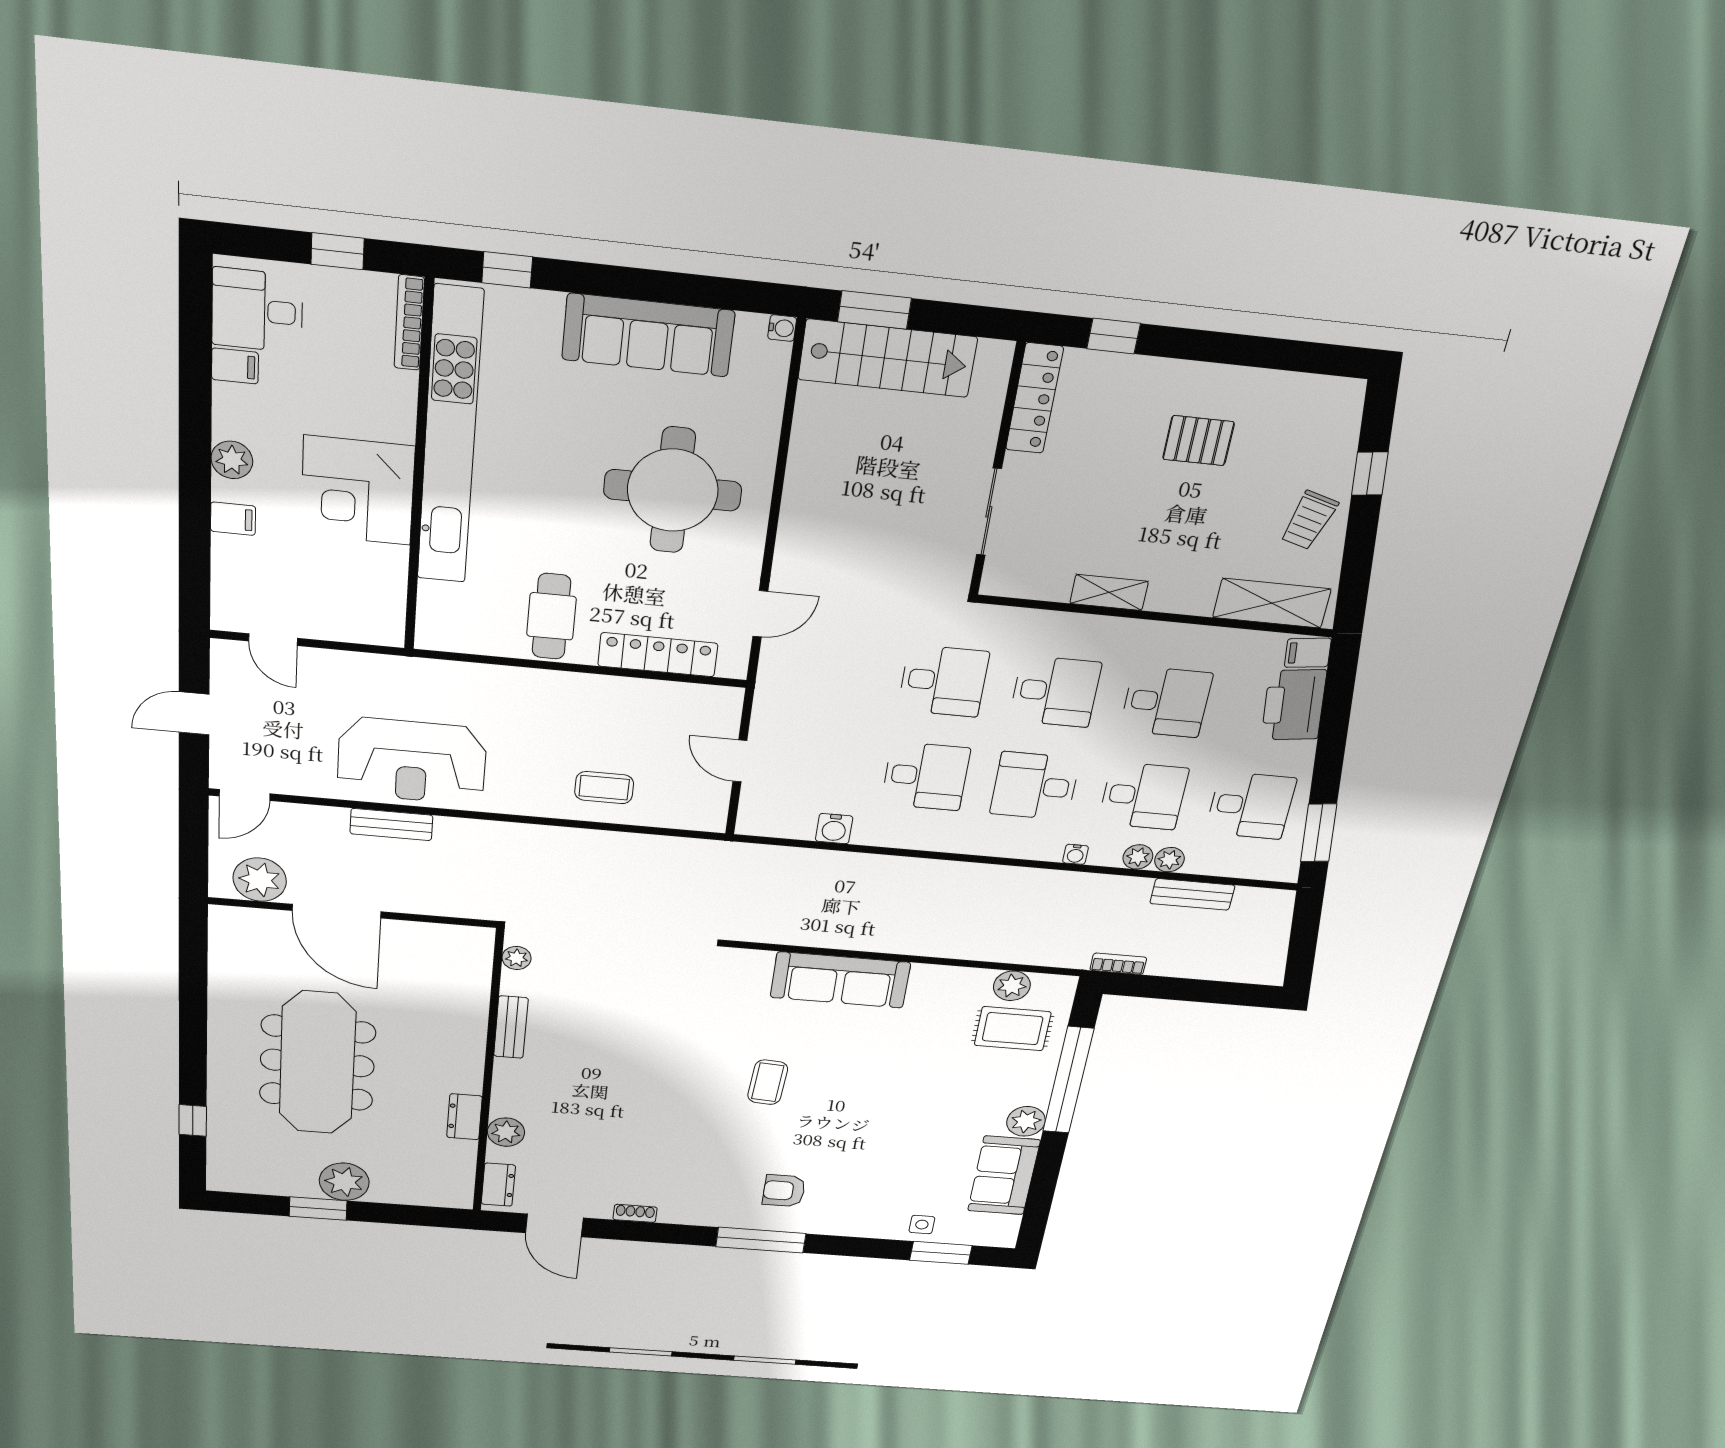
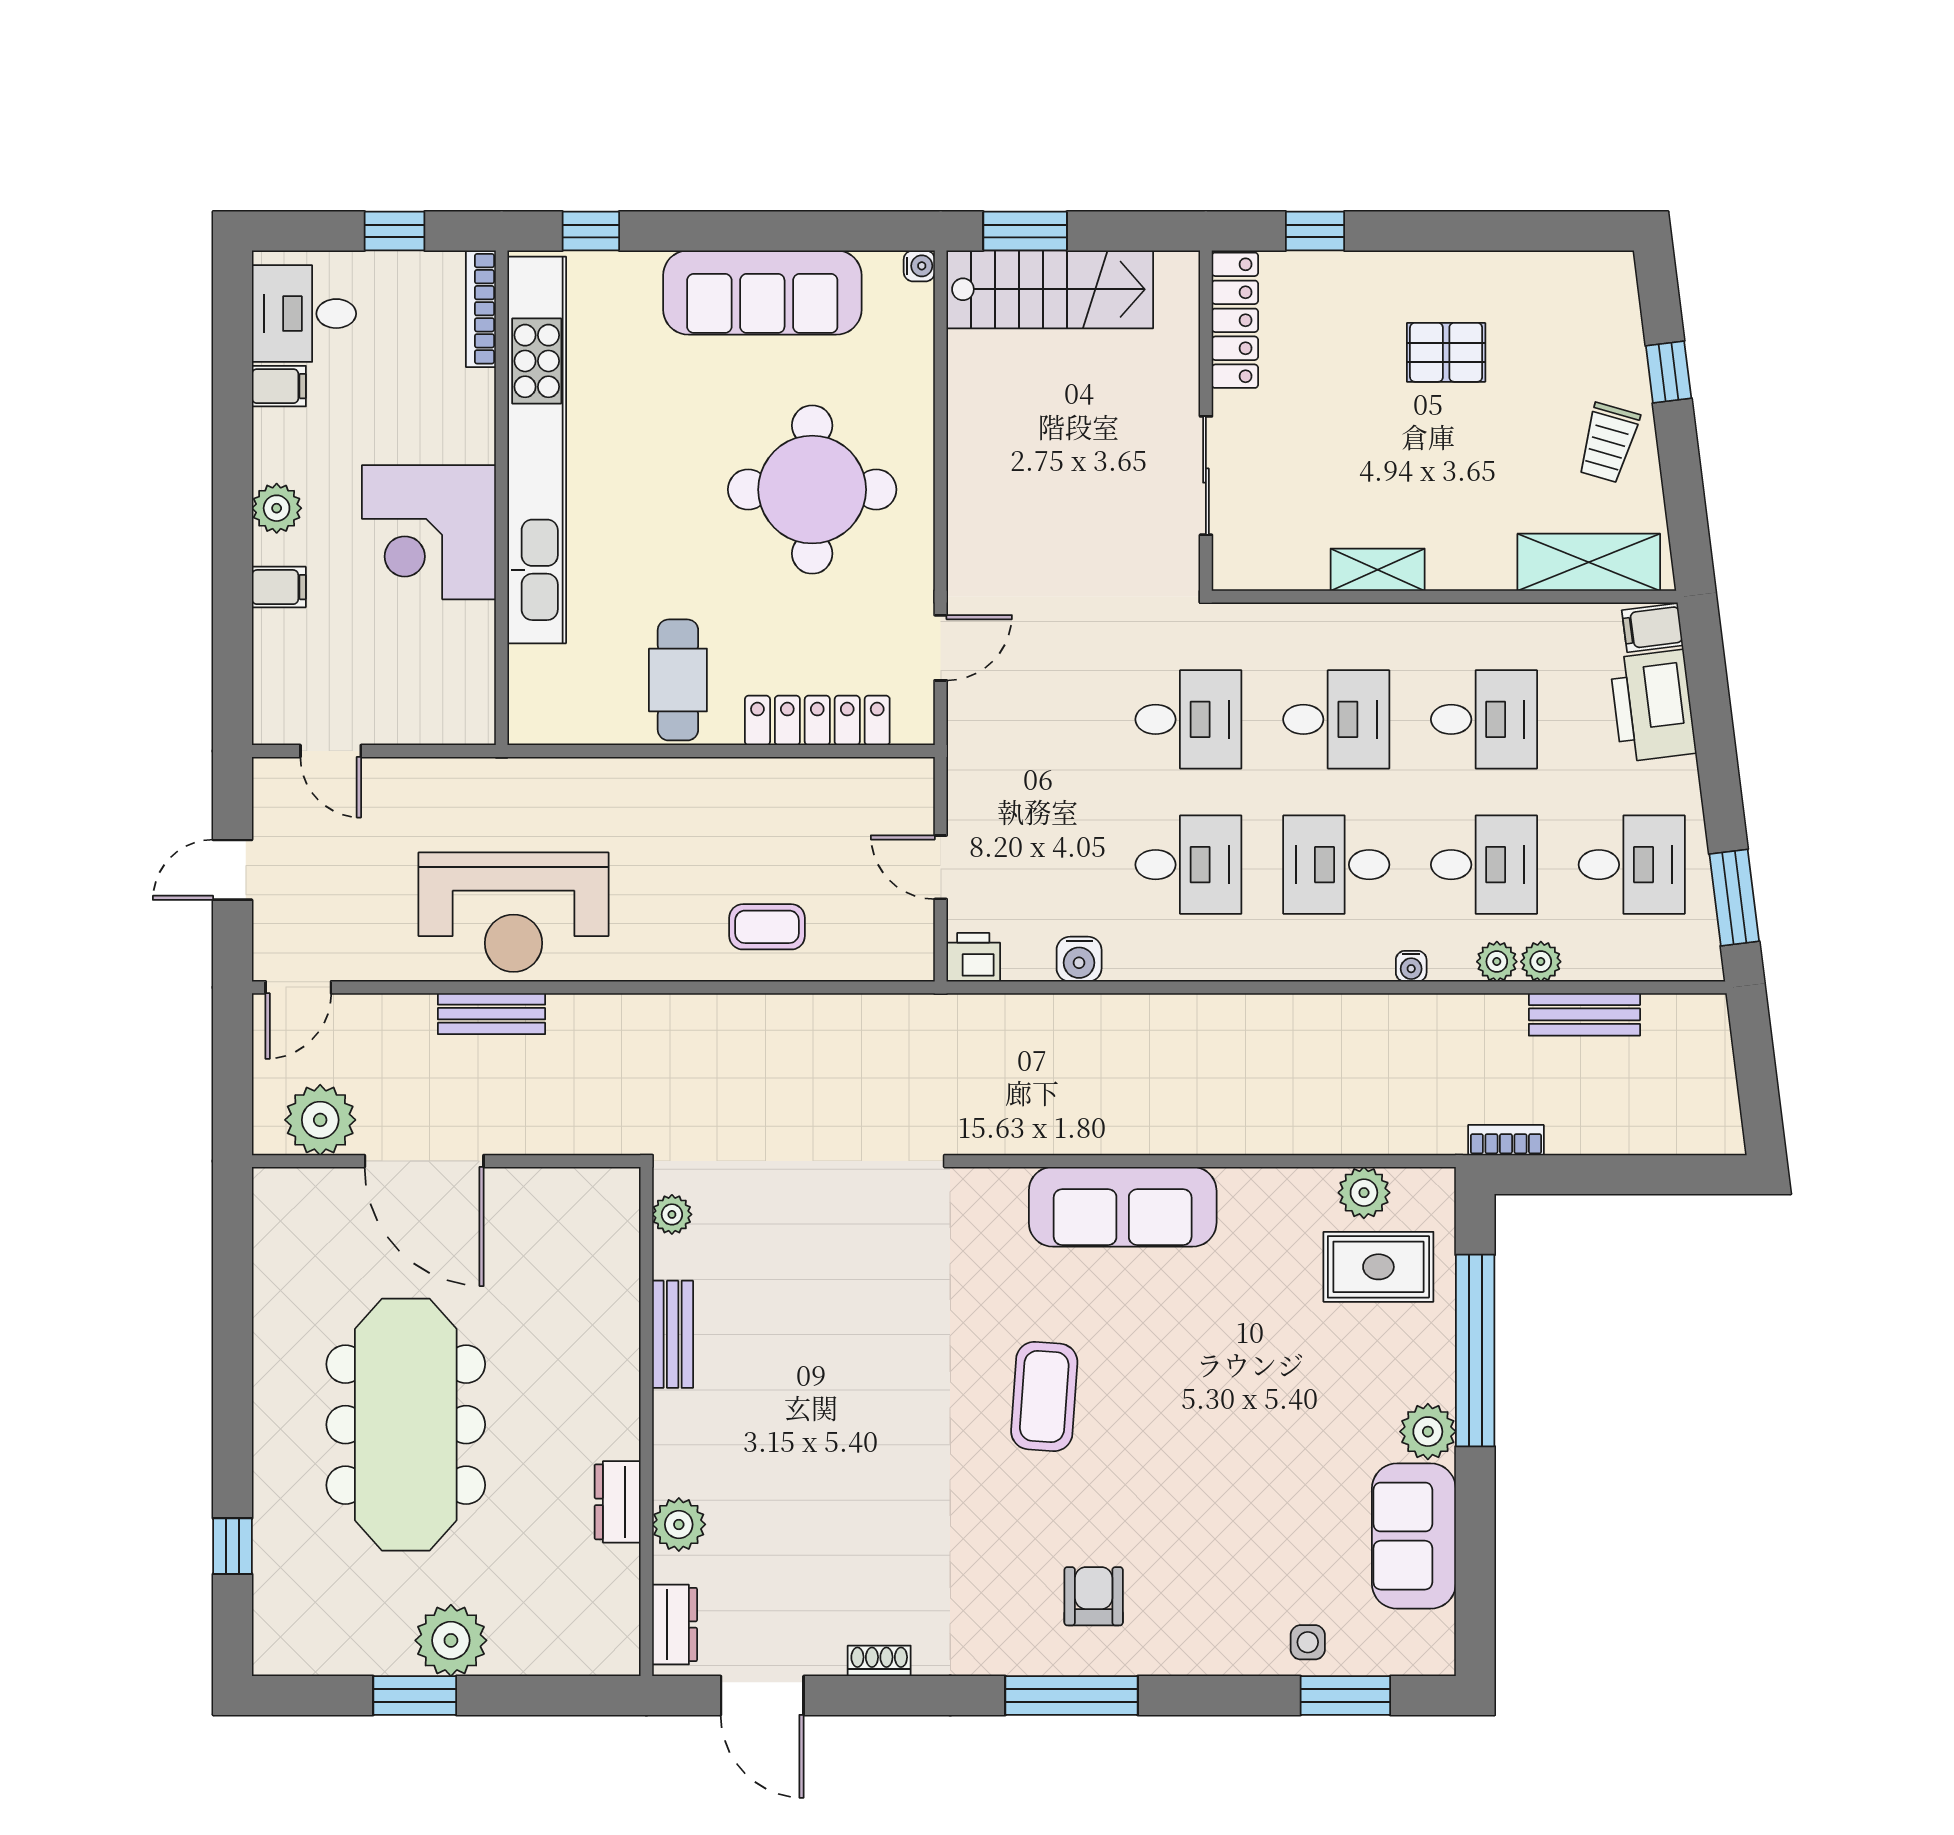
printer: (756, 821) -> (973, 957), added
coffee table: (768, 1082) -> (1044, 1397), width x1.36, depth x1.30
armchair: (784, 1191) -> (1094, 1596), turned 90

